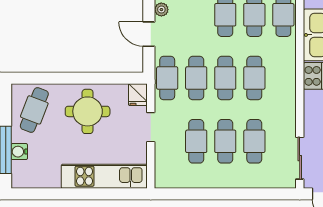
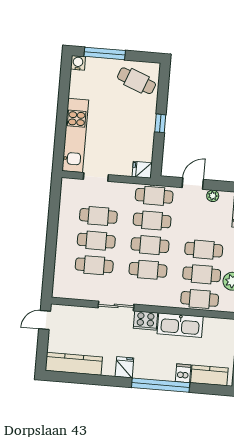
window: (82, 78) -> (160, 123), added
round table: (88, 111) -> (131, 126), removed
doorway: (151, 127) -> (96, 177), moved
water cooler: (19, 152) -> (78, 63), moved
sliding door: (300, 158) -> (116, 306), moved

